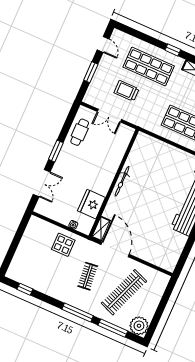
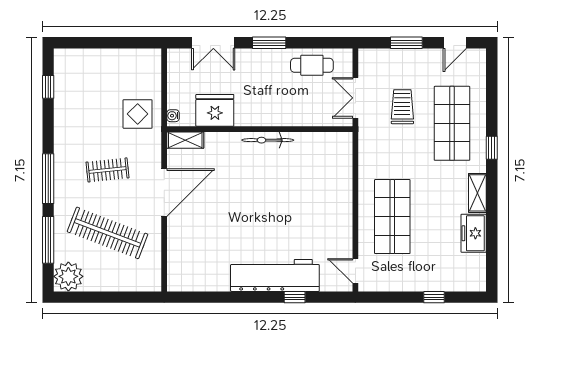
bicycle: (122, 181) -> (268, 140), moved
wall: (114, 183) -> (260, 129), moved
fridge: (91, 204) -> (215, 110), moved
shelving: (101, 229) -> (185, 140), moved

